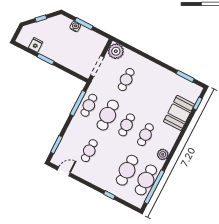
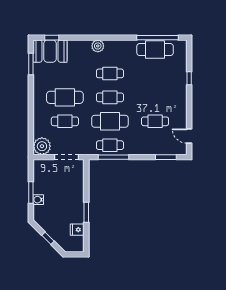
booth: (179, 113) -> (50, 51), moved
plant: (163, 154) -> (98, 46), moved
cafe table: (127, 170) -> (65, 97), moved

